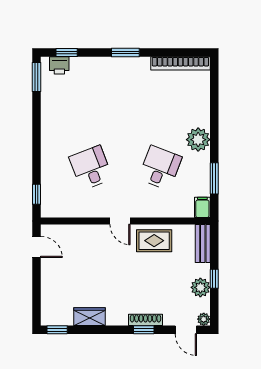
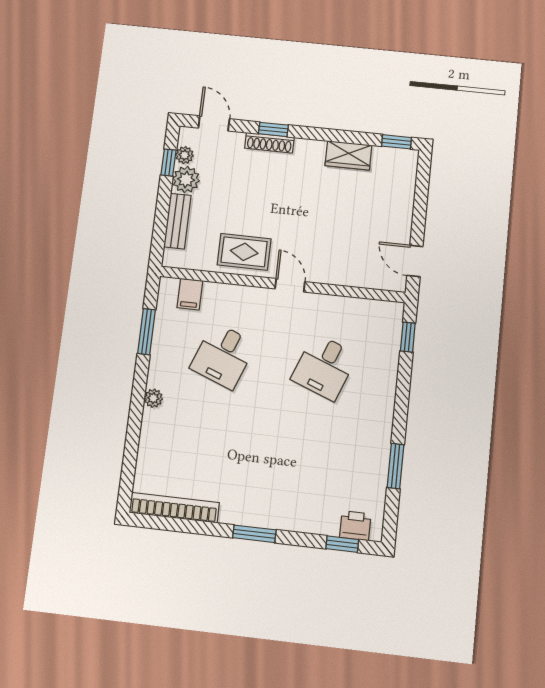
window: (37, 77) -> (396, 466), moved
plant: (198, 140) -> (153, 398), width x0.53, depth x0.53
desk: (91, 168) -> (324, 367), turned 42
filing cabinet: (202, 207) -> (190, 294), moved
bench: (203, 243) -> (177, 221), moved
window: (214, 279) -> (168, 163), moved
plant: (204, 319) -> (184, 155), moved

